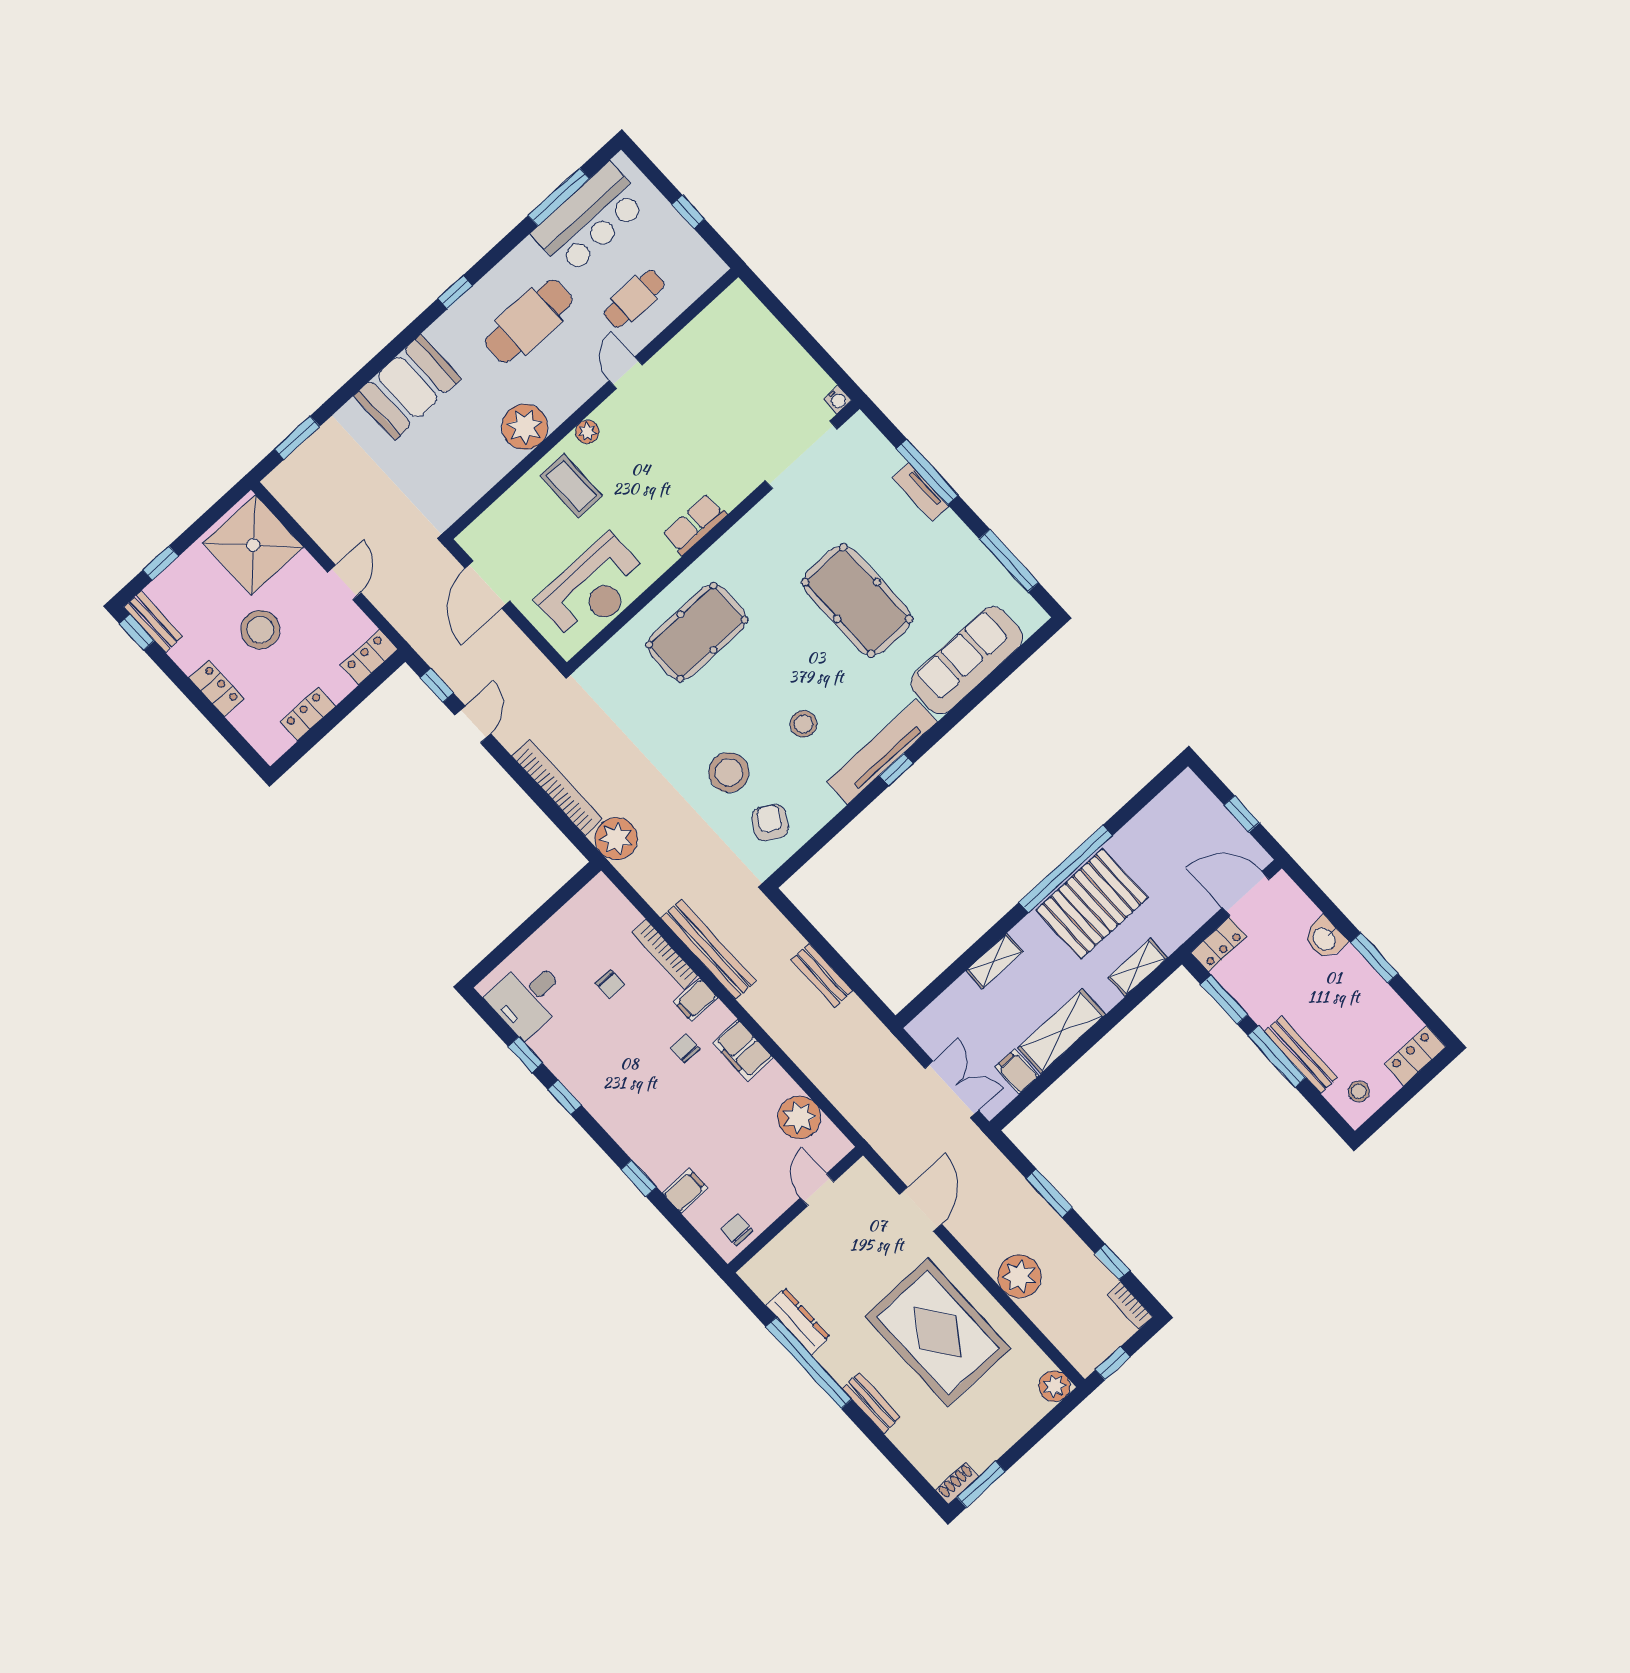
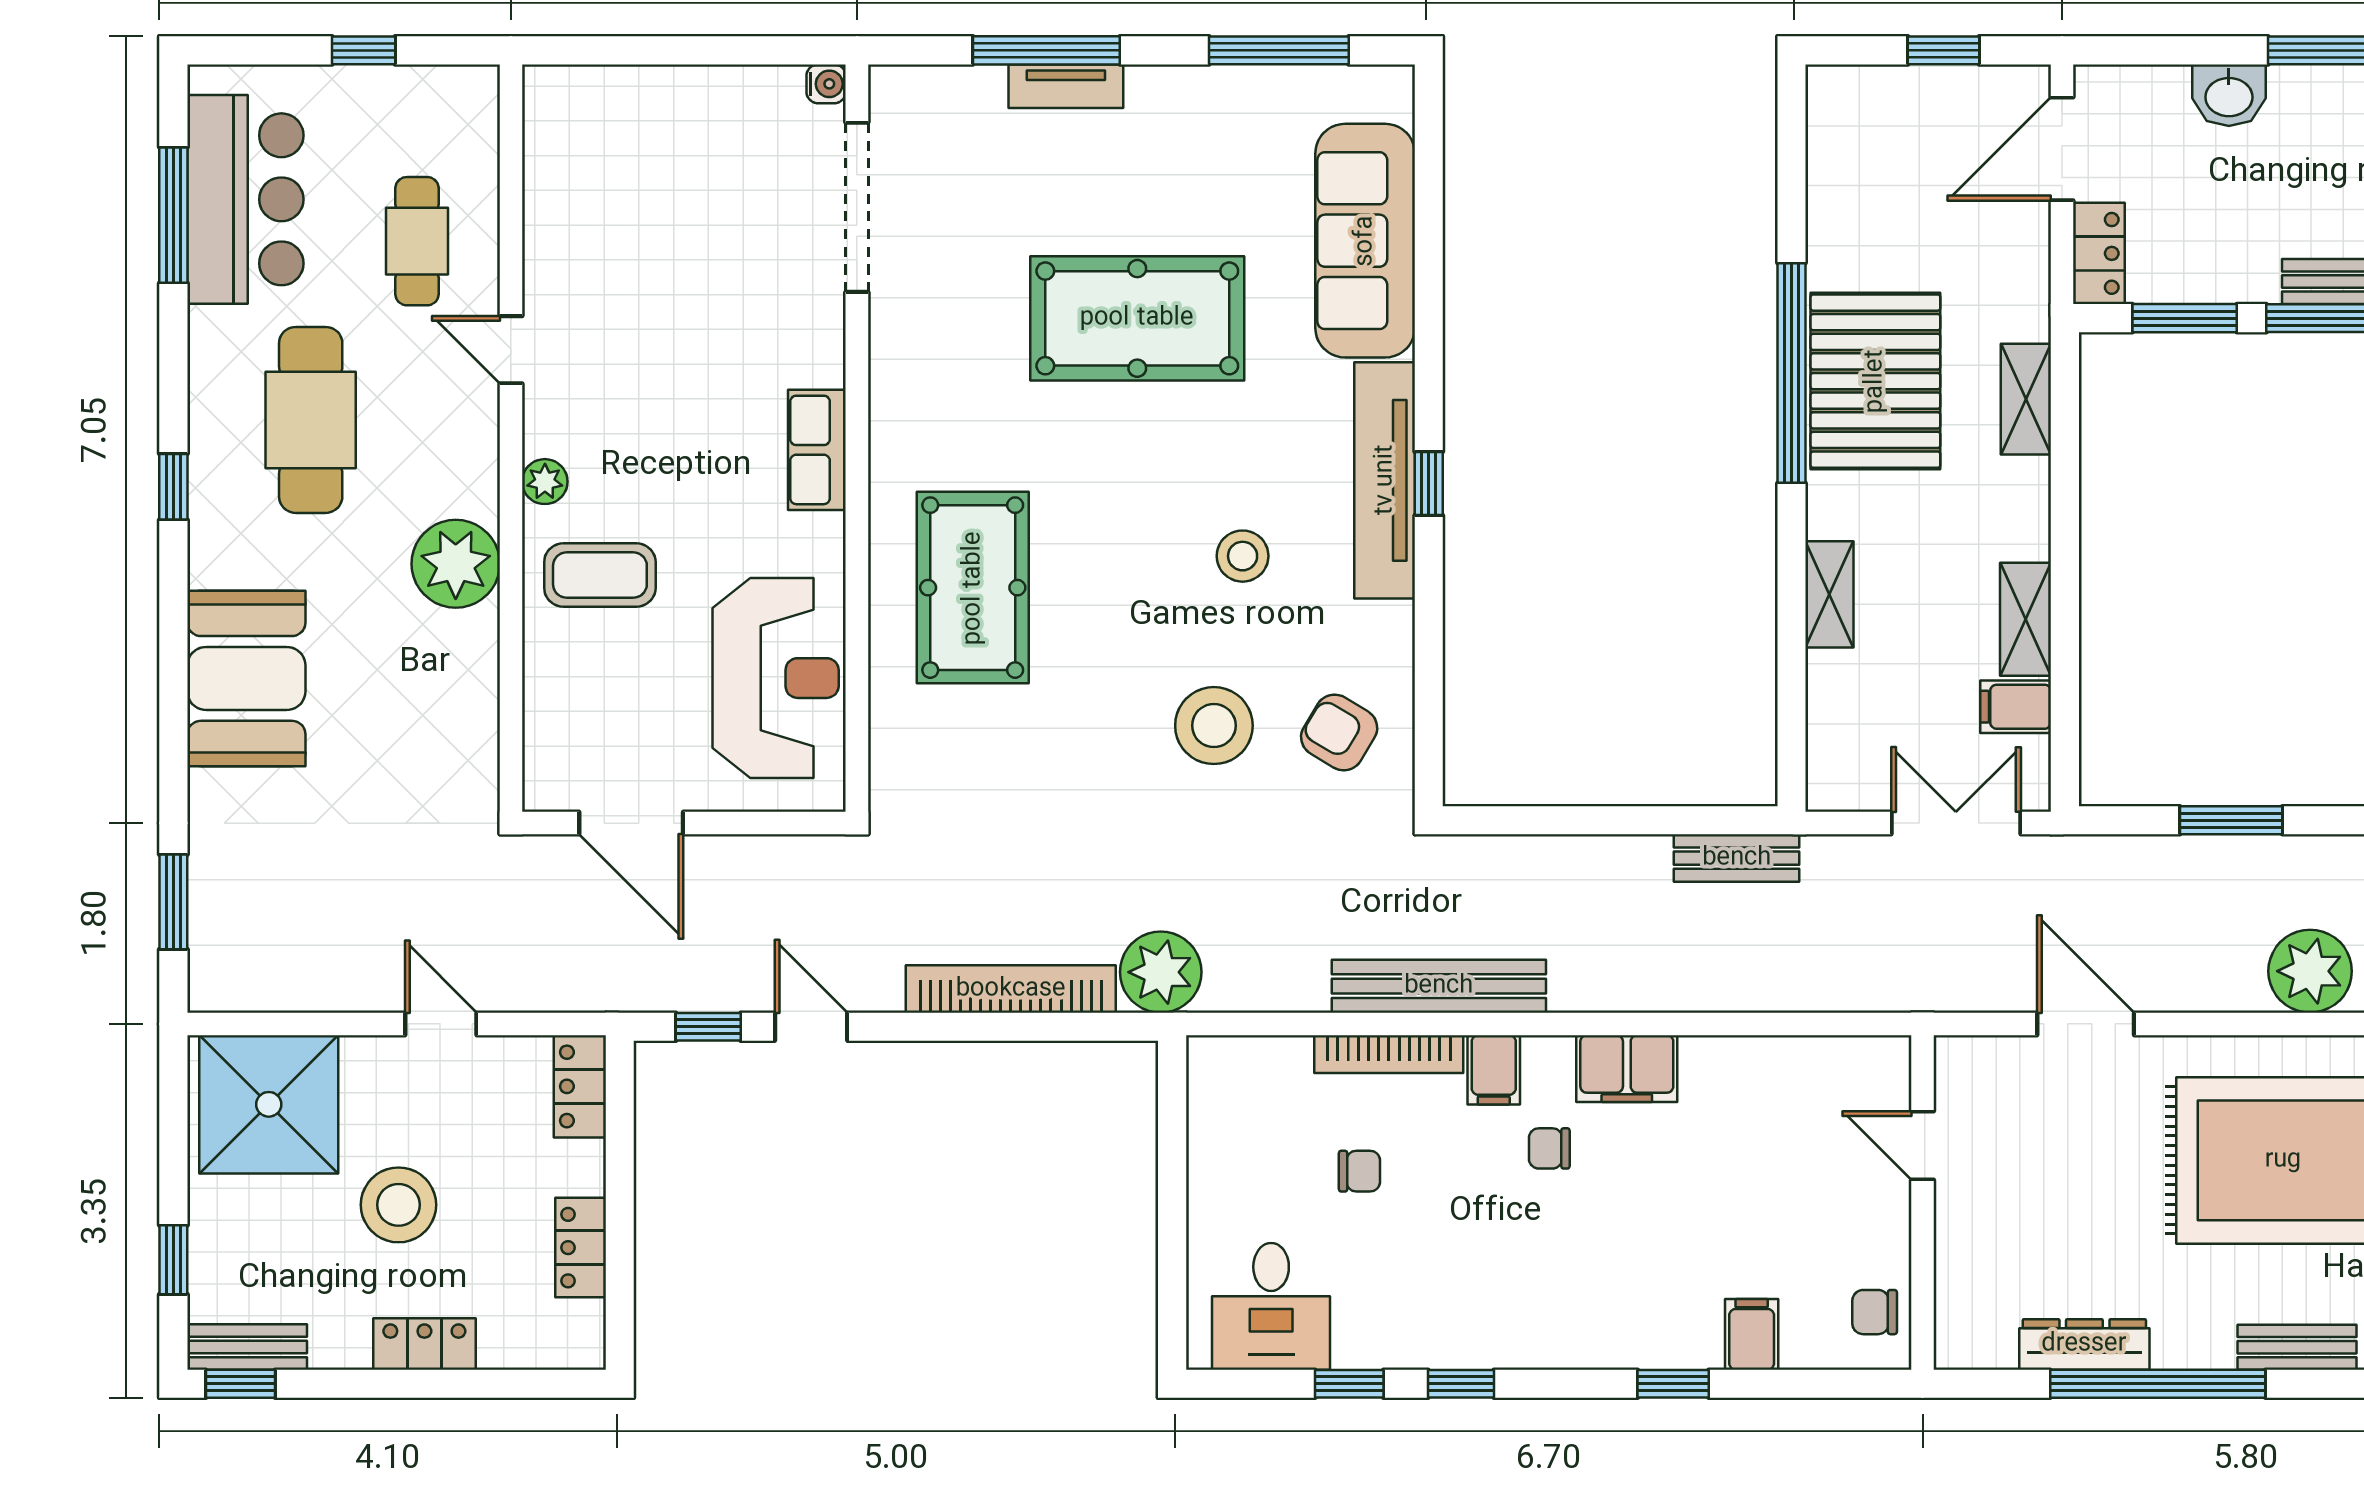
bench: (822, 975) -> (1737, 858), moved
shelving: (1062, 1031) -> (2025, 619), width x0.67, depth x0.75
plant: (799, 1117) -> (1796, 1076), removed

